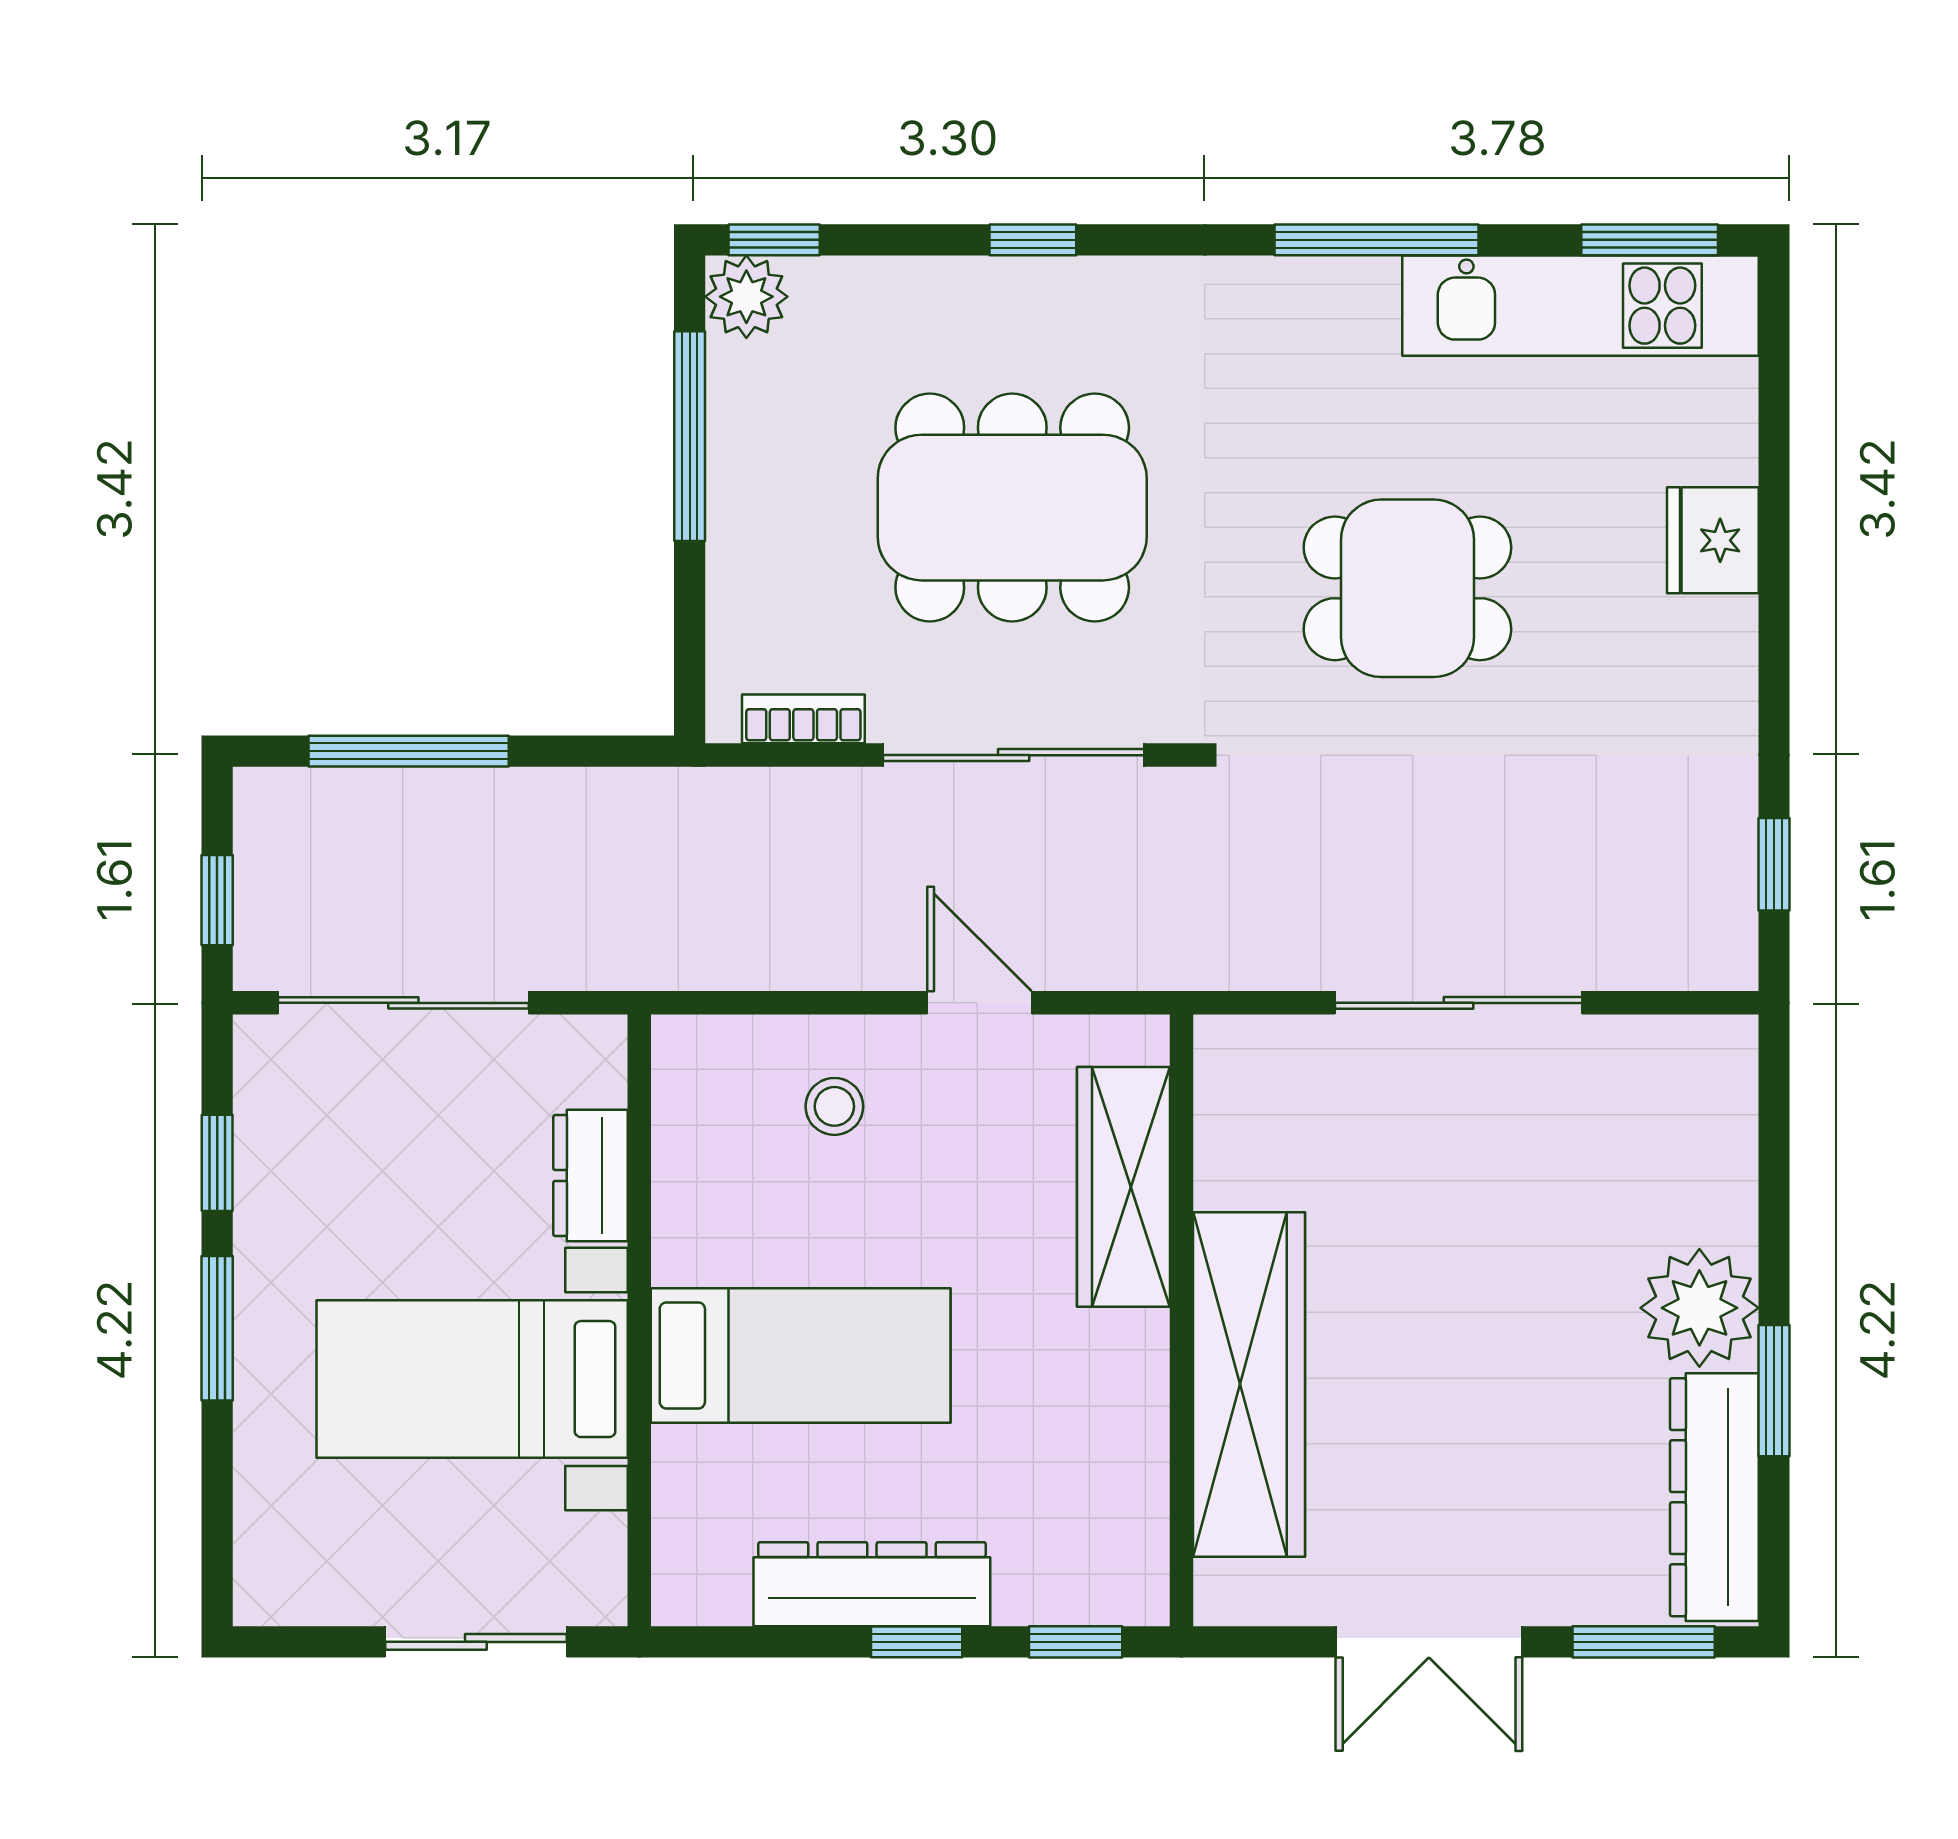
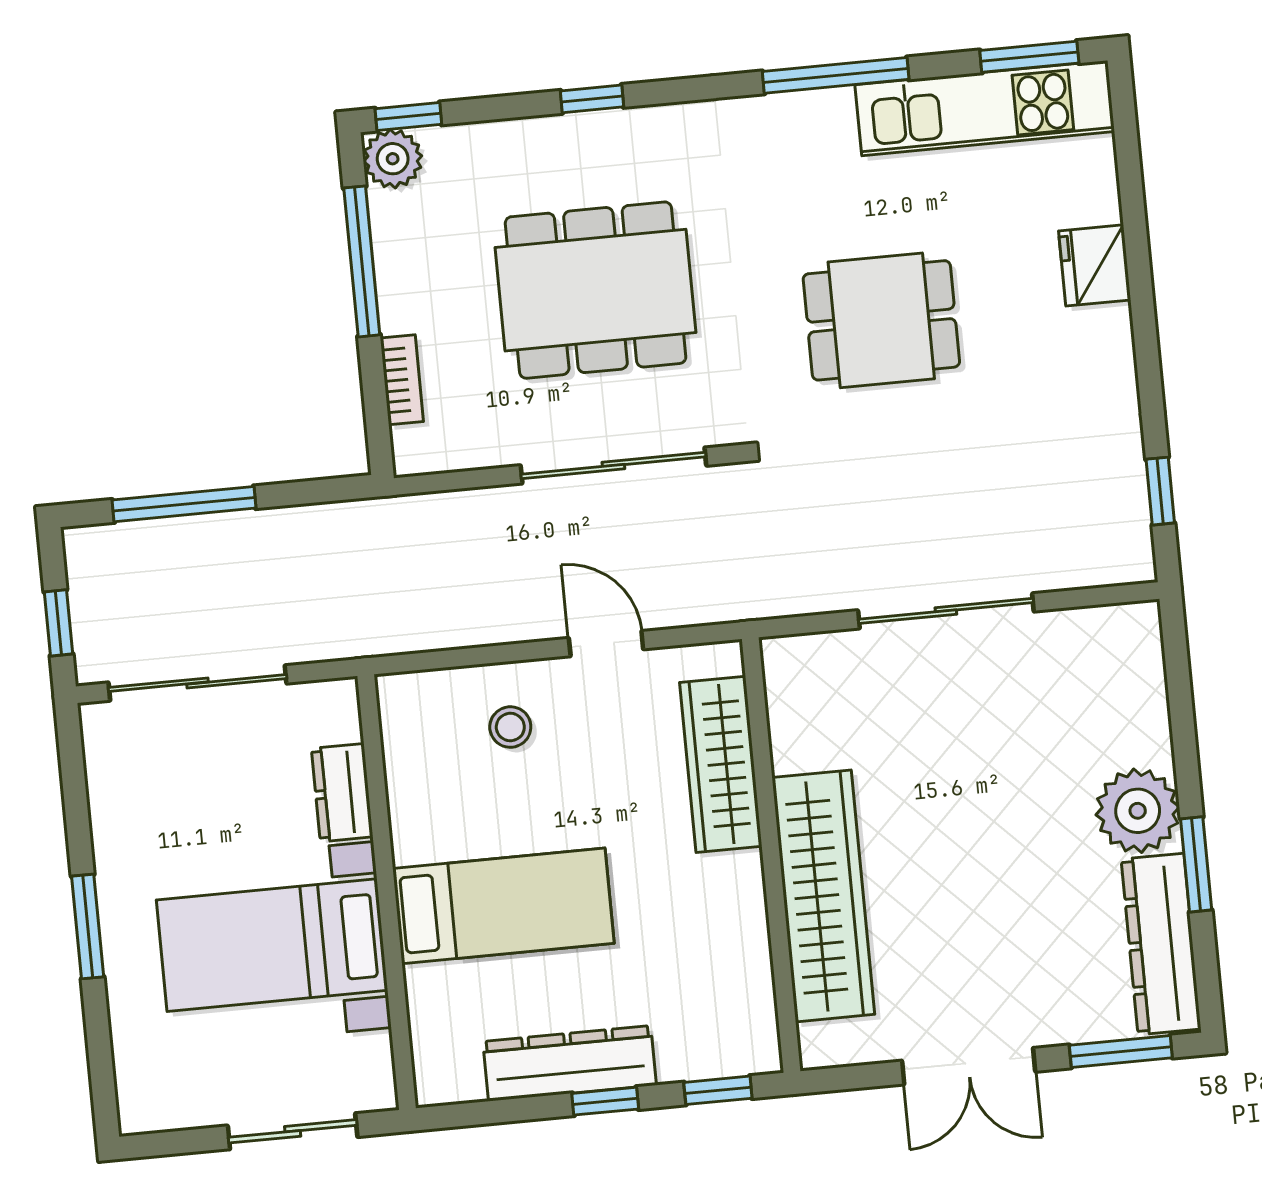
bookcase: (803, 719) -> (402, 380), moved, turned 90
window: (217, 1163) -> (76, 809), removed

